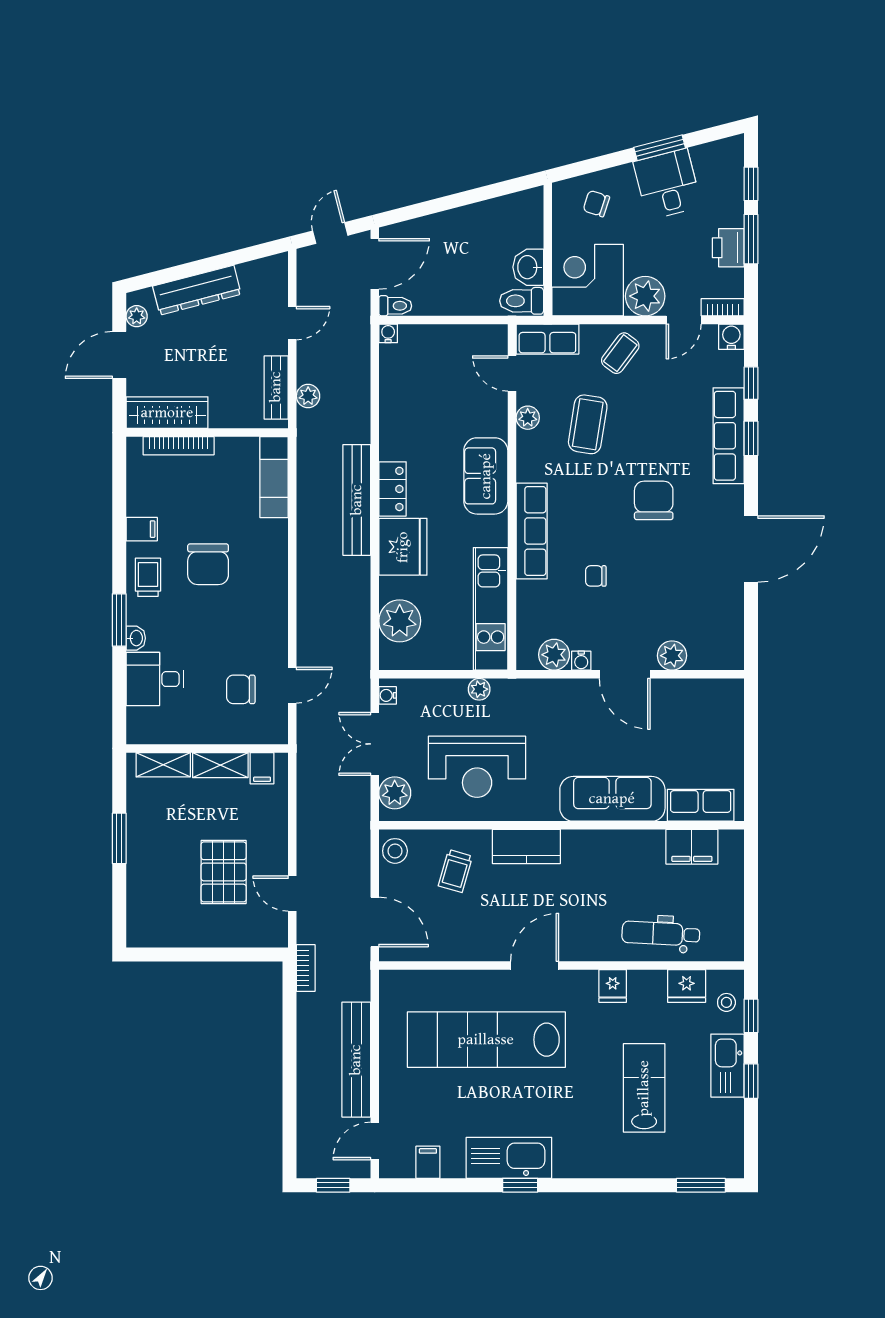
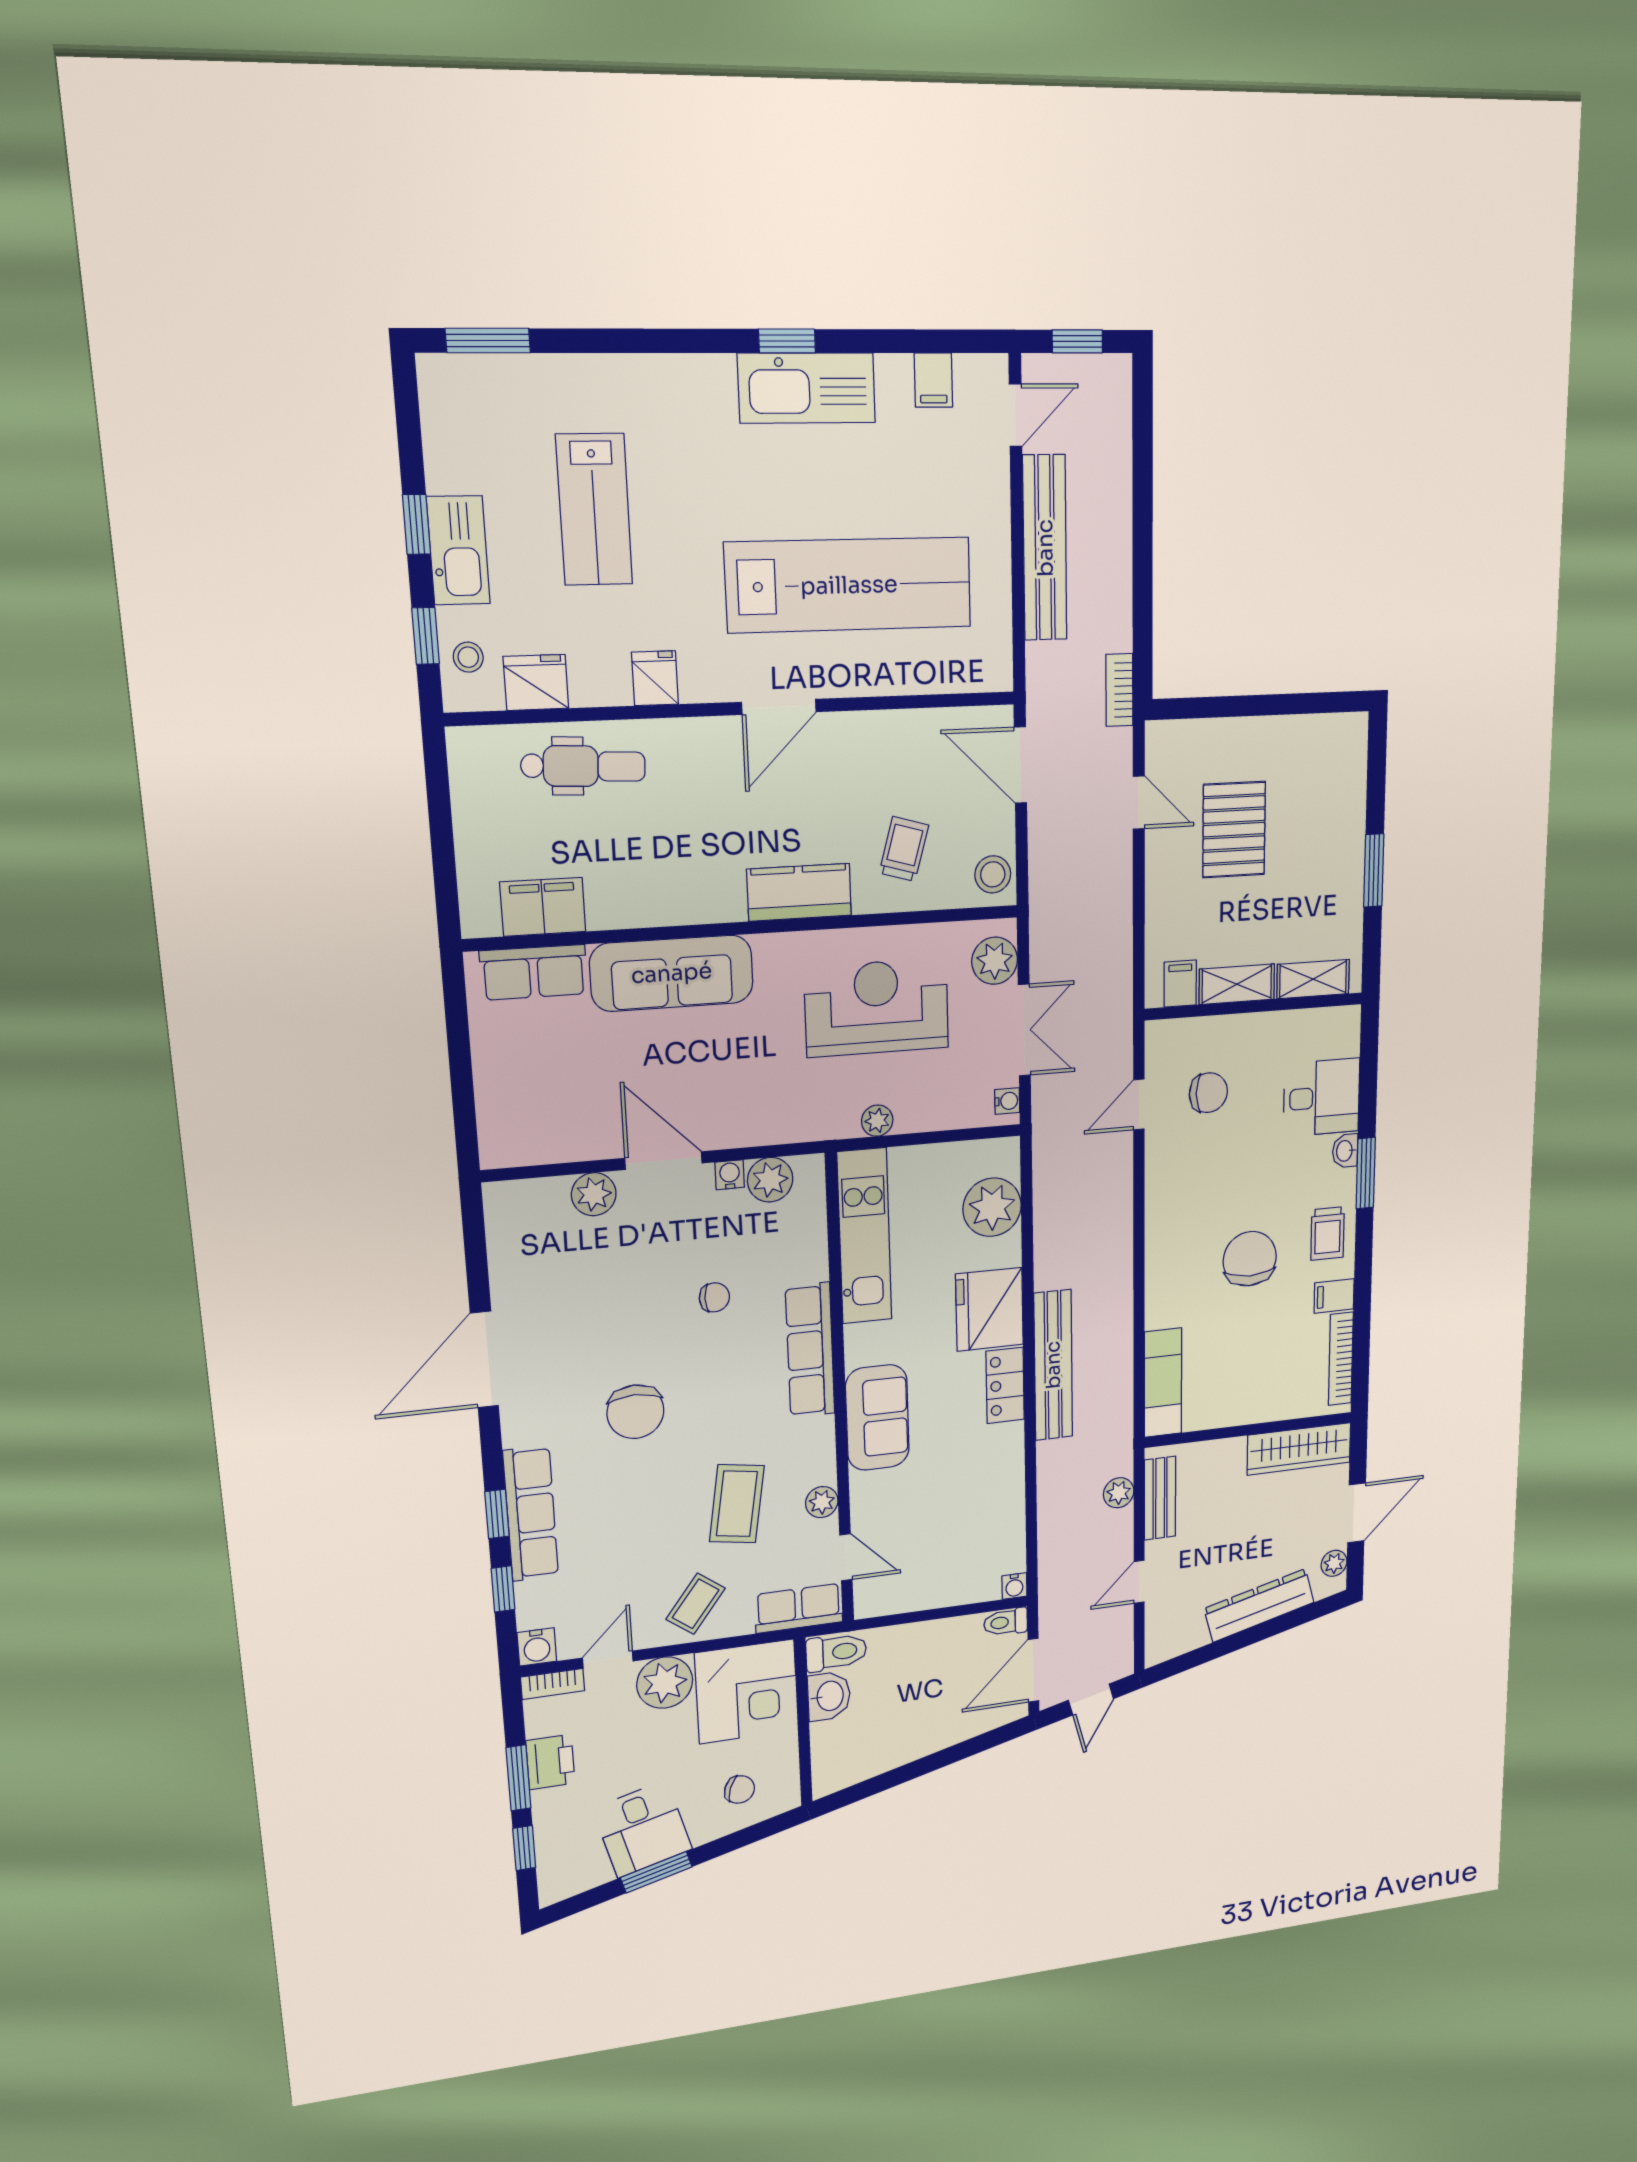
bookcase: (179, 446) -> (1341, 1359), moved, turned -90

